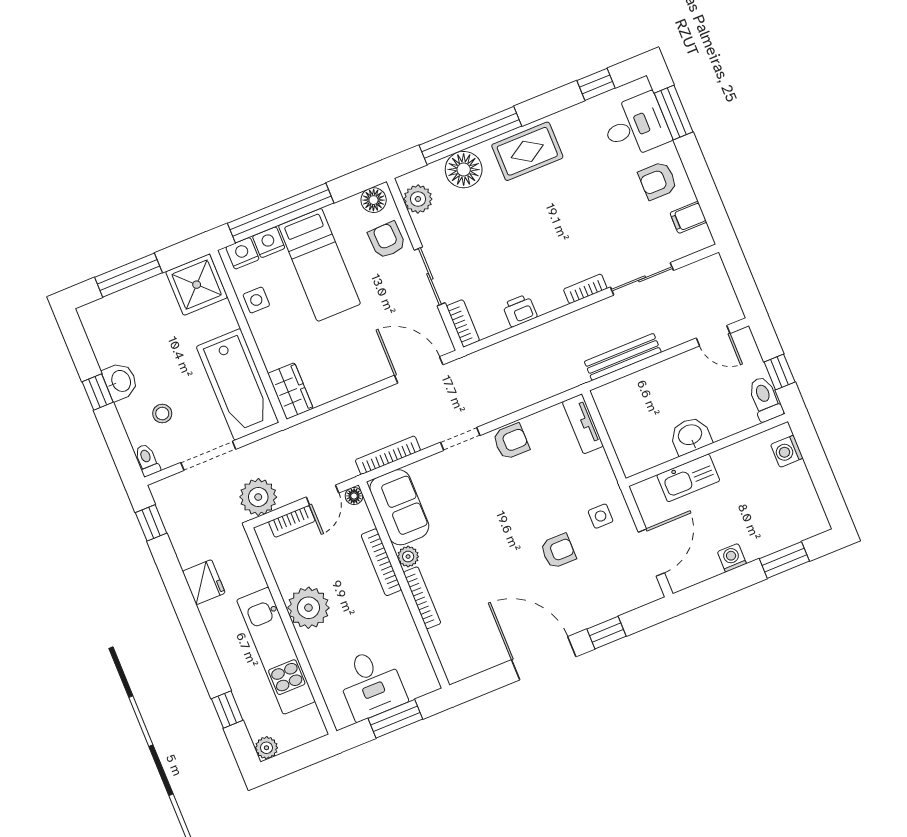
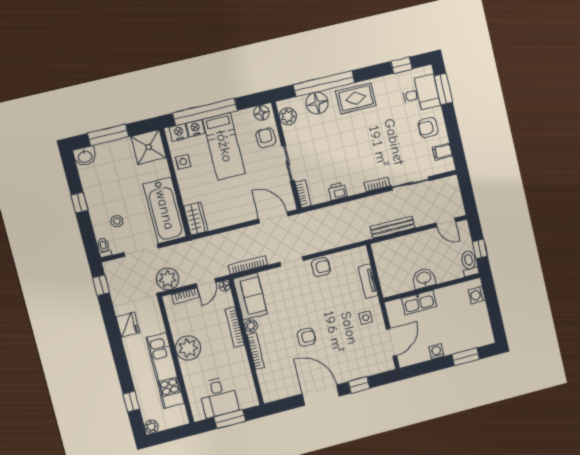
washbasin: (120, 381) -> (85, 156), moved, turned 90
tv unit: (583, 424) -> (368, 281), moved
armchair: (558, 551) -> (306, 337), moved

